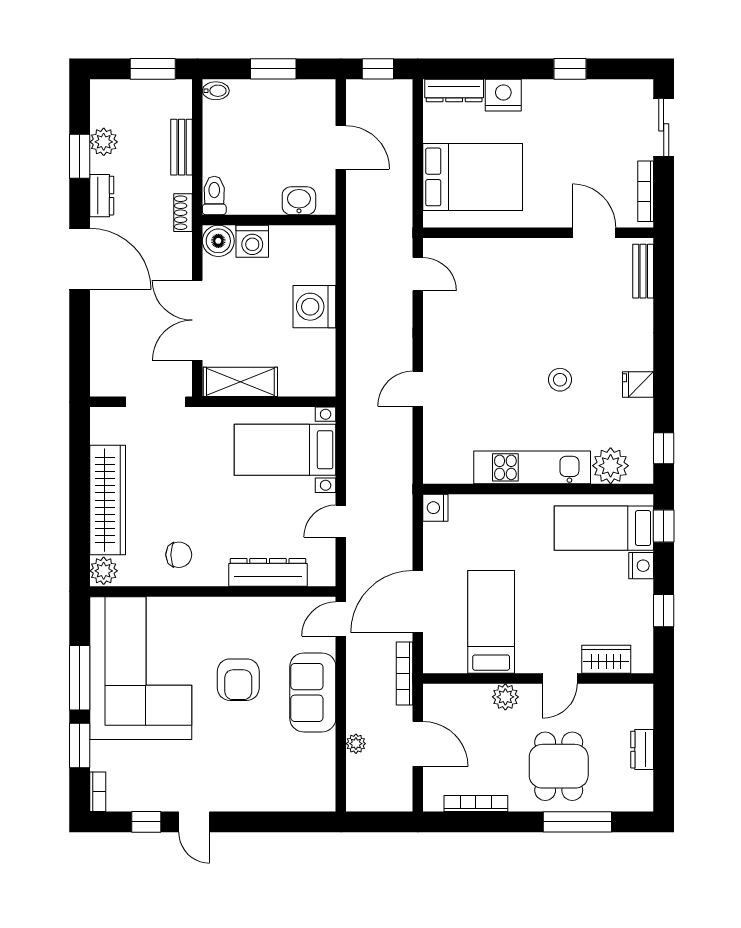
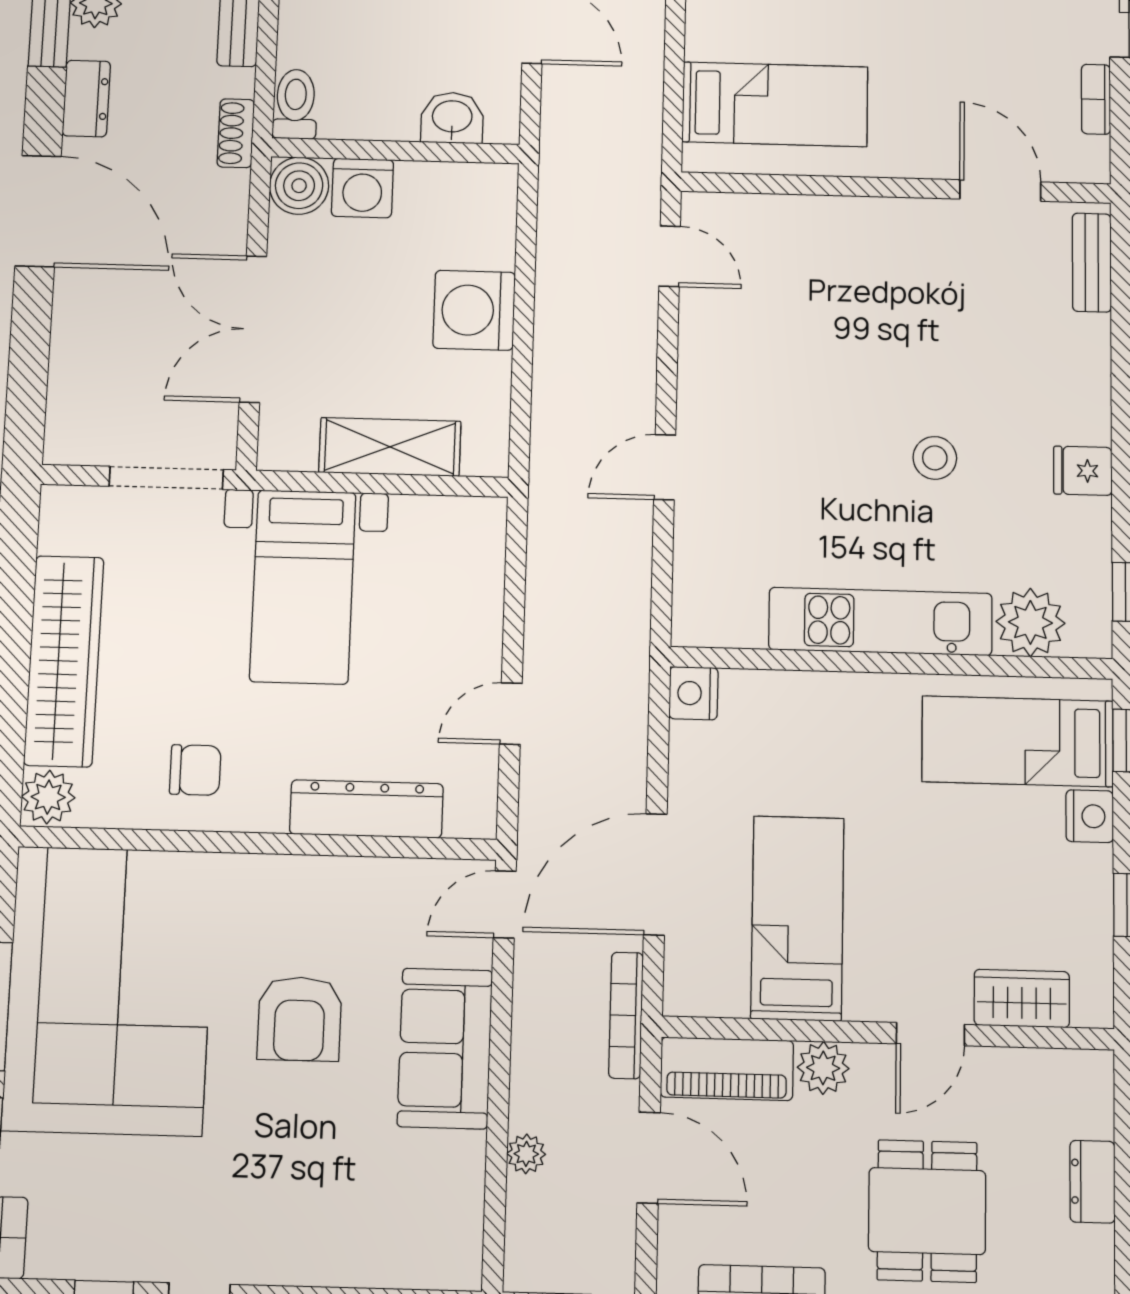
bed: (473, 177) -> (775, 104), width x0.67
bookcase: (646, 191) -> (1096, 99), width x0.64
shelving: (240, 382) -> (390, 447), moved
bed with nightstands: (285, 450) -> (303, 587), moved, turned -90
piano: (456, 699) -> (727, 1069), added

